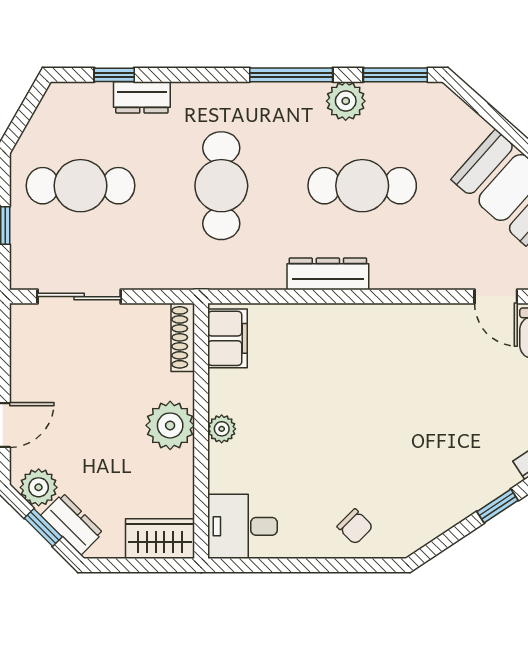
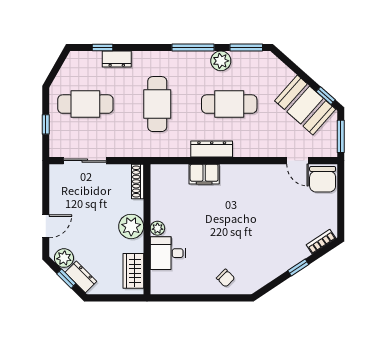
filing cabinet: (227, 338) -> (204, 174), moved, turned 90
desk: (242, 526) -> (168, 253), moved
wardrobe: (160, 539) -> (133, 271), moved, turned -90

